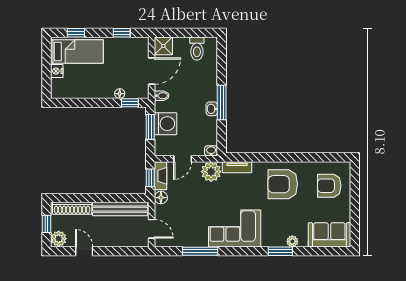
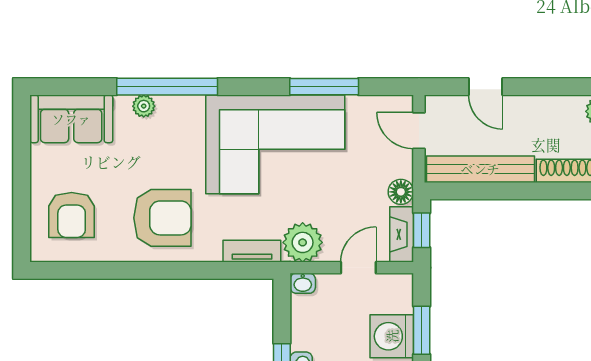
armchair: (329, 186) -> (72, 215), turned 90
corner sofa: (235, 228) -> (275, 144), width x1.36, depth x1.36
door: (84, 251) -> (486, 87), moved
window: (280, 251) -> (167, 87), width x2.11

